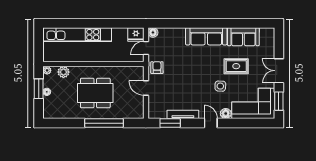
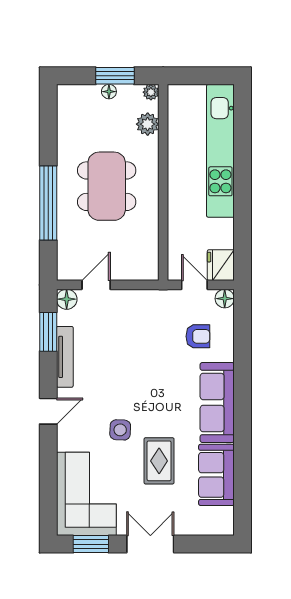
armchair: (157, 68) -> (198, 336), moved
door: (146, 88) -> (96, 285), moved
floor lamp: (226, 114) -> (67, 299), moved

